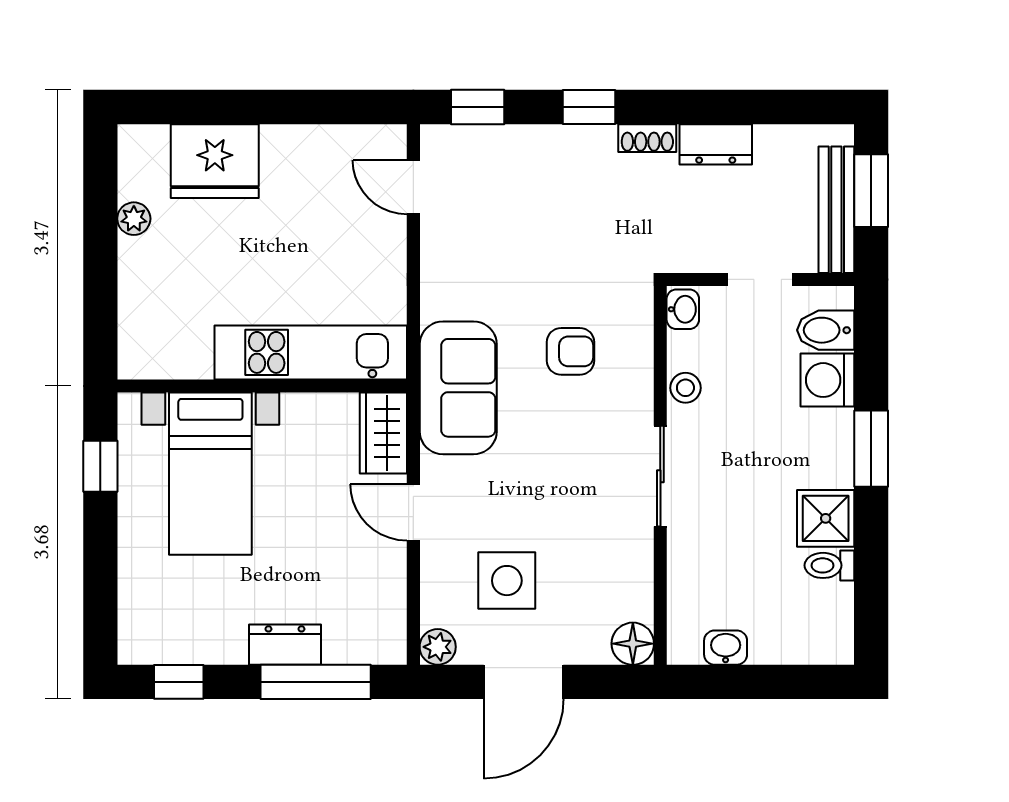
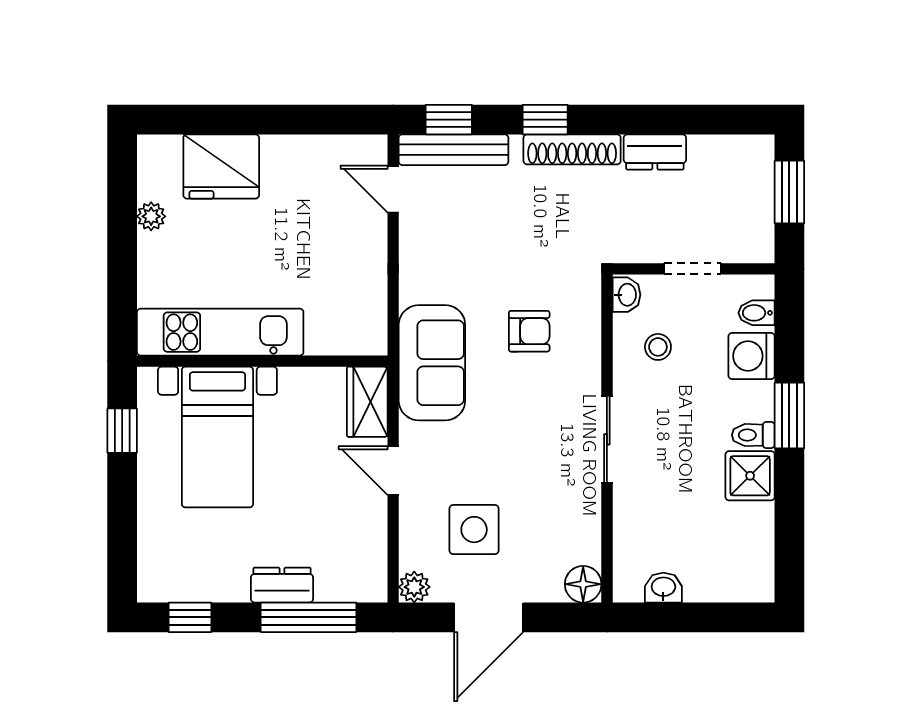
shoe rack: (647, 138) -> (572, 149), width x1.94, depth x1.24
bench: (836, 210) -> (454, 150), moved, turned 90
bidet: (826, 330) -> (757, 313), width x0.72, depth x0.74
kitchen unit: (311, 352) -> (220, 332), moved
stool: (685, 388) -> (658, 347), moved
toilet: (829, 565) -> (753, 435), moved

